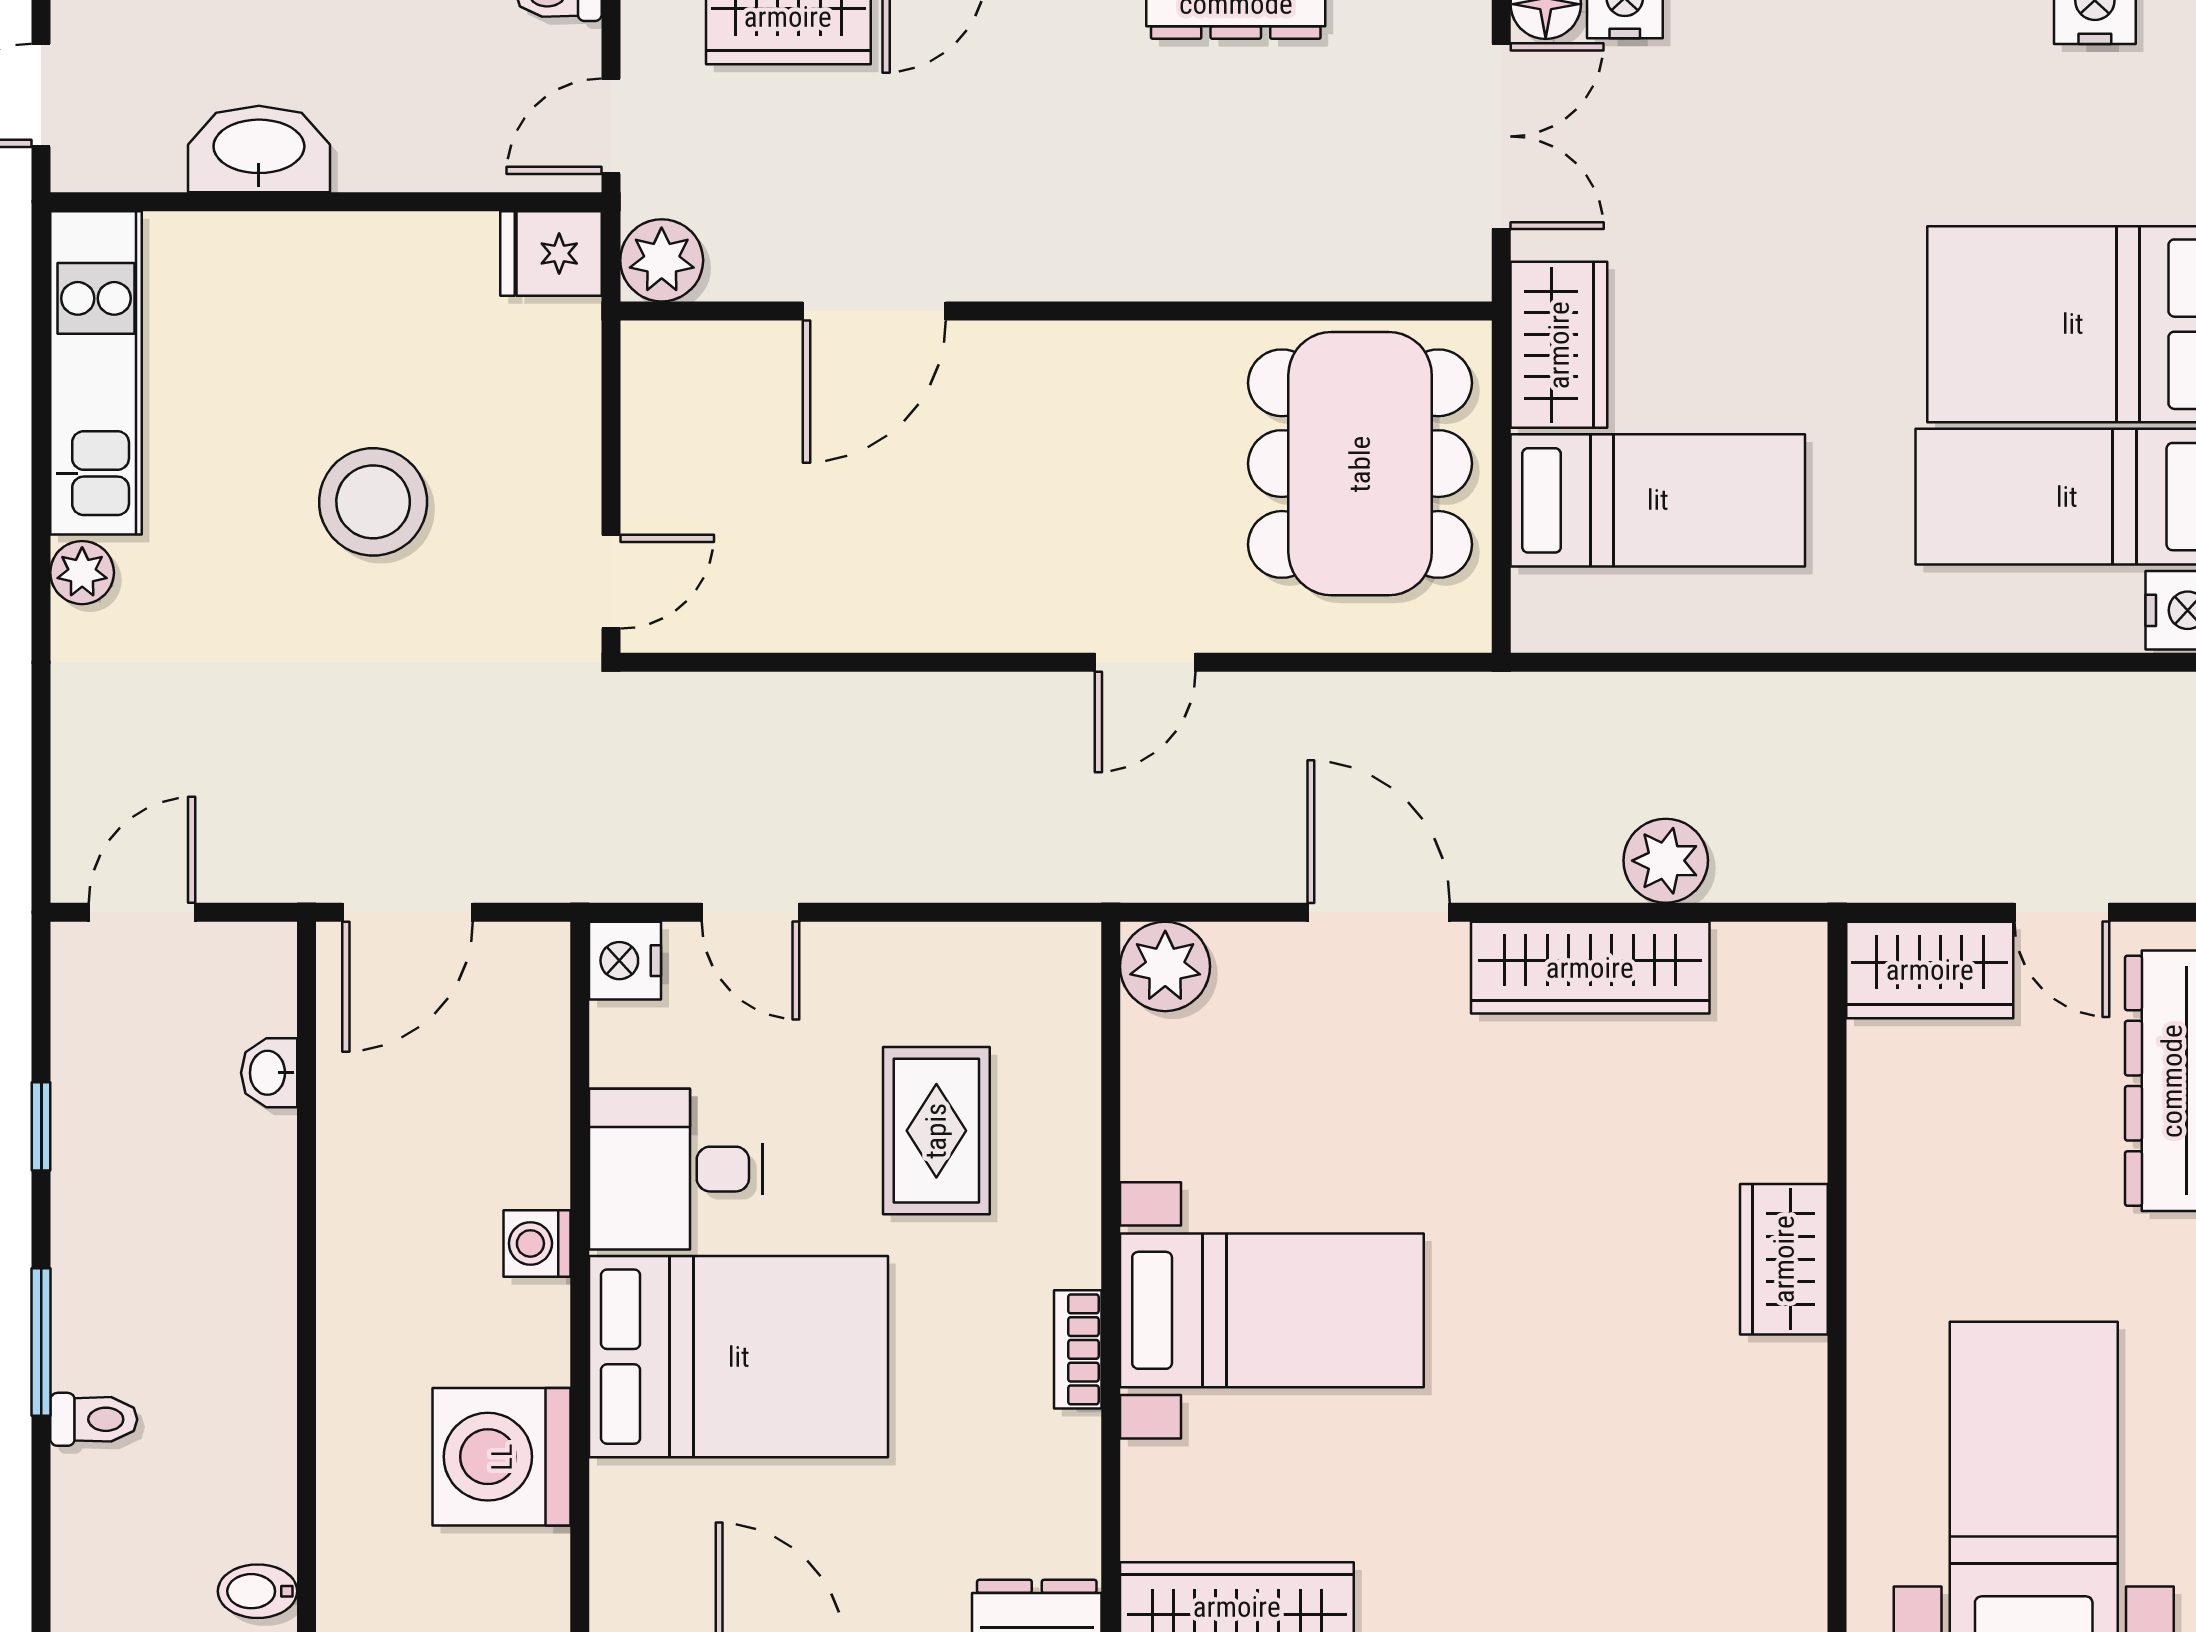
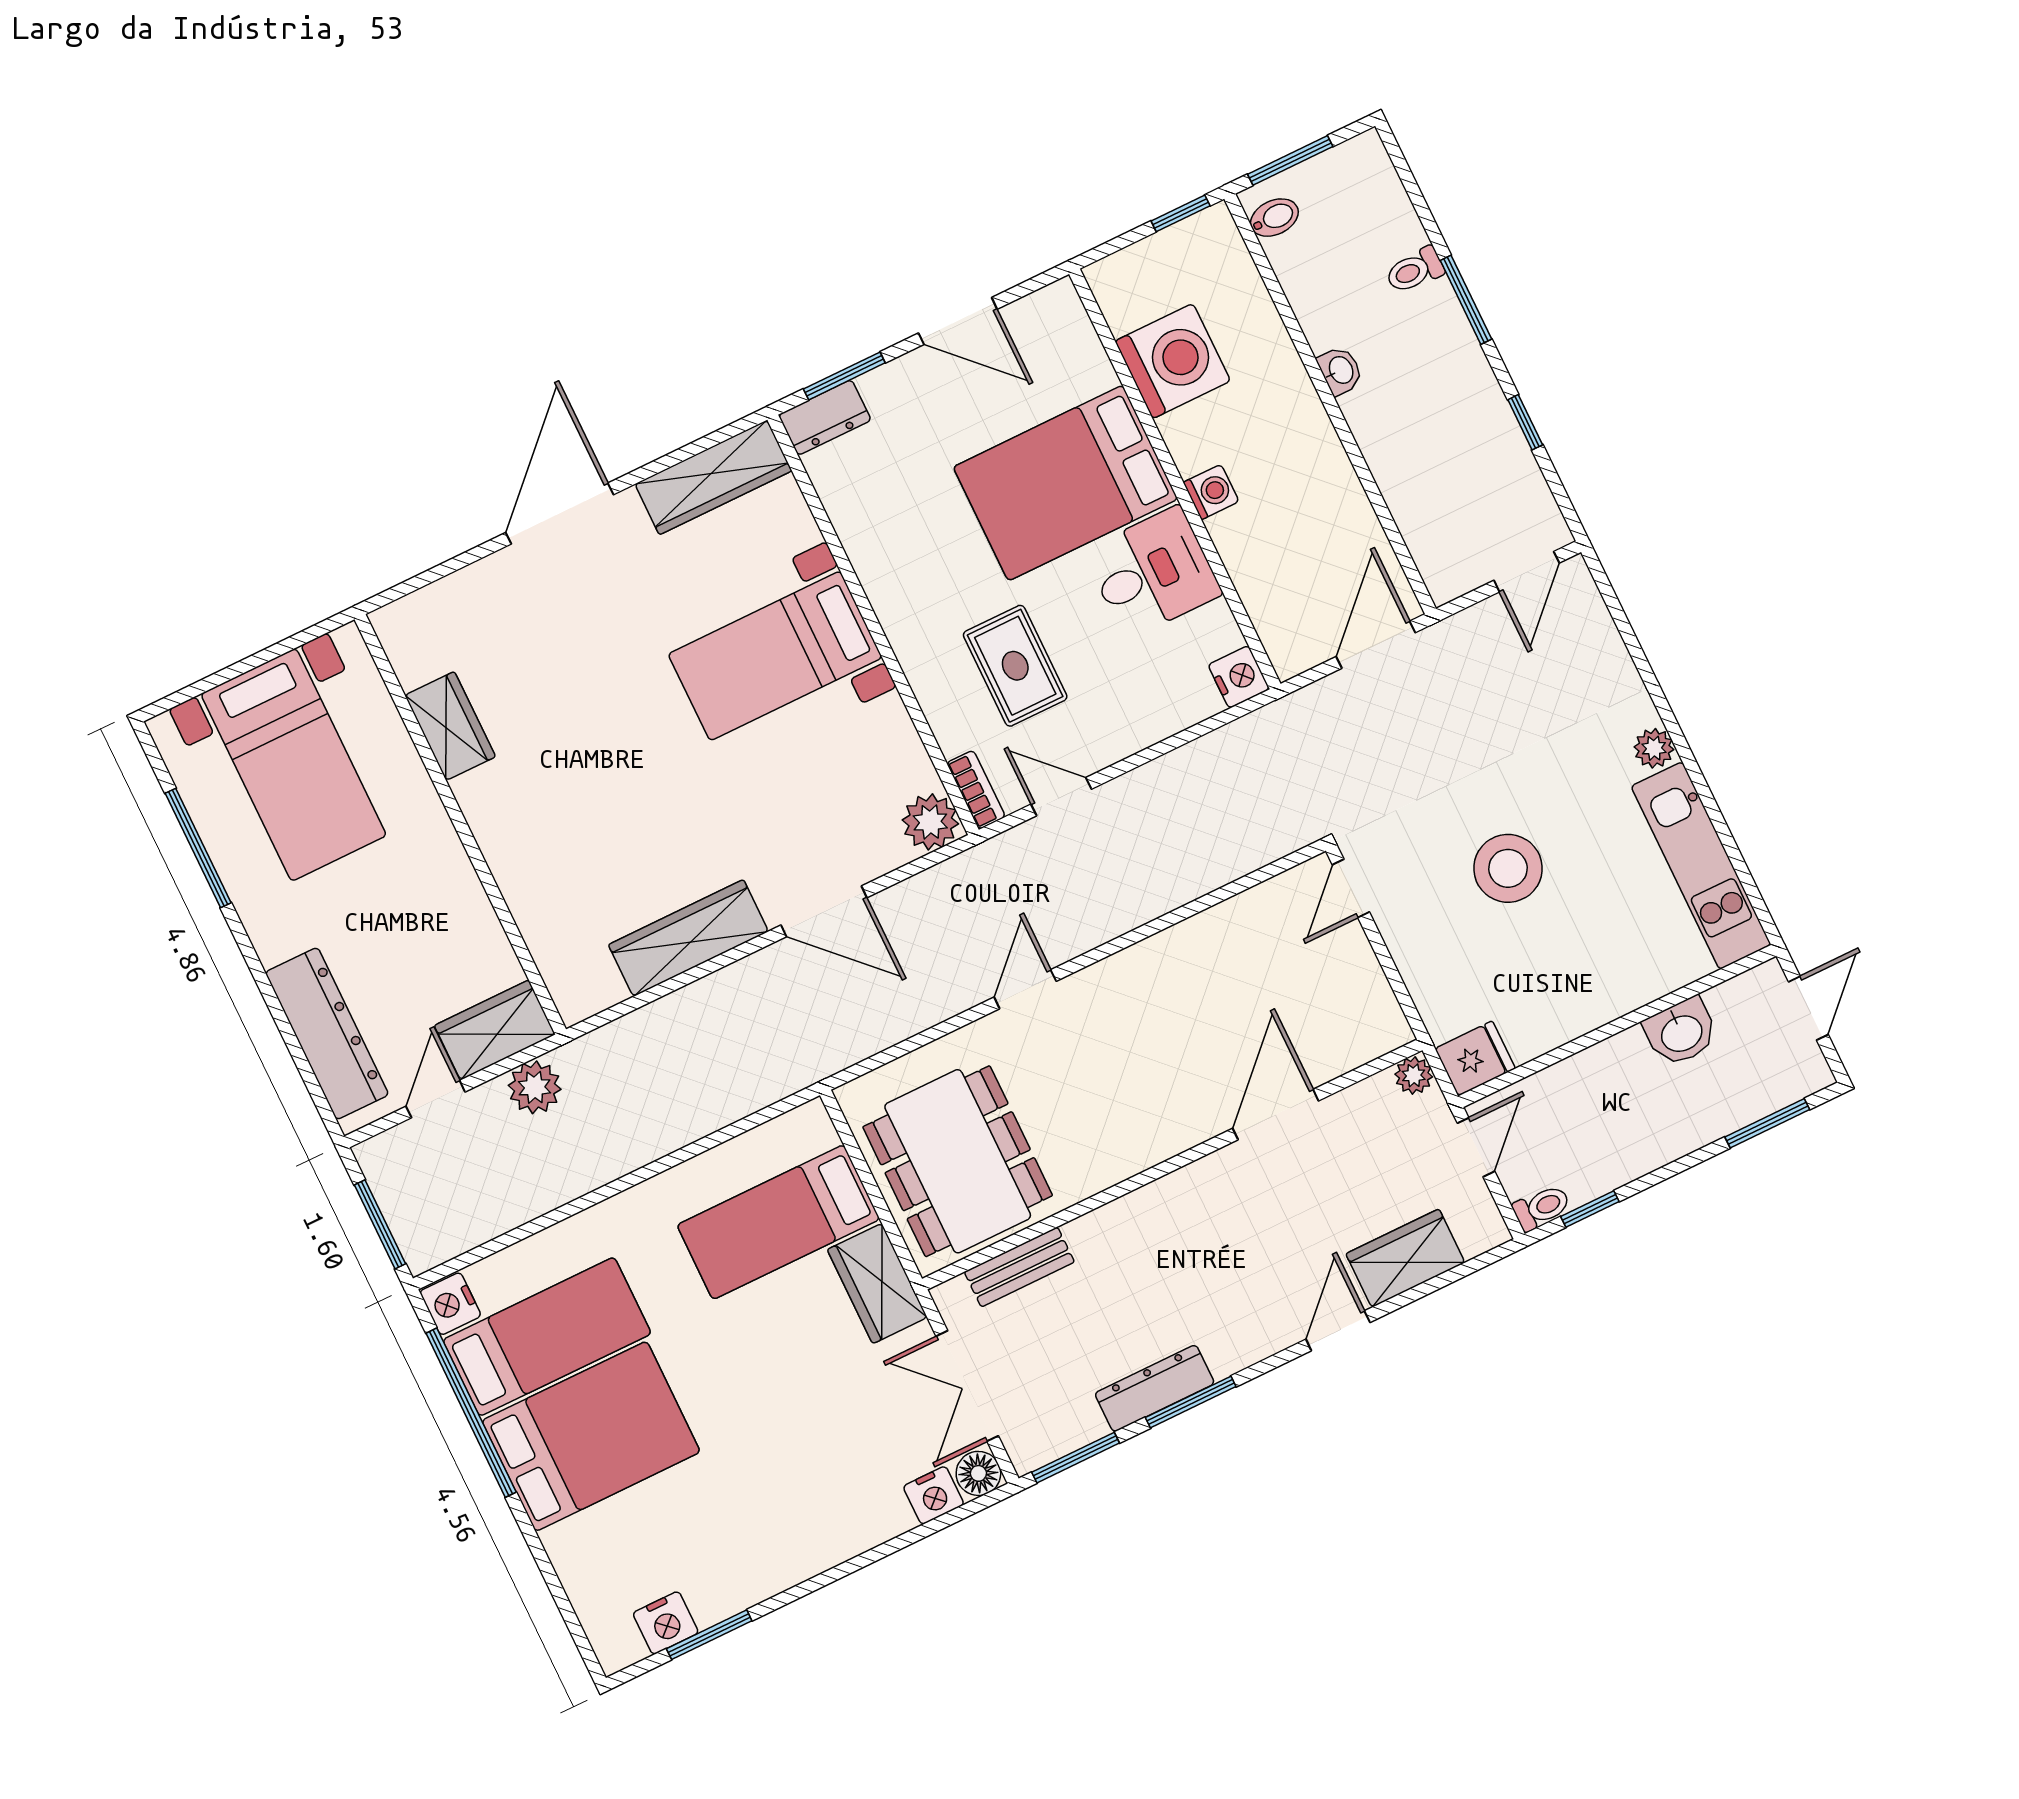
washbasin: (259, 149) -> (1681, 1032), width x0.72
plant: (662, 260) -> (1414, 1075), width x0.73, depth x0.73
bench: (1345, 270) -> (1019, 1267), added
plant: (1666, 861) -> (535, 1087), moved
door: (751, 912) -> (1061, 797), moved
door: (2062, 912) -> (436, 1099), hinge flipped
washbasin: (269, 1073) -> (1340, 370), moved
wardrobe: (1784, 1259) -> (450, 726), moved
bookcase: (1078, 1349) -> (976, 790), moved

